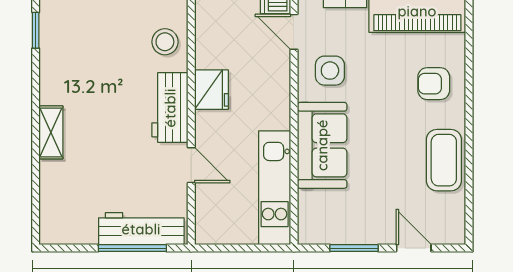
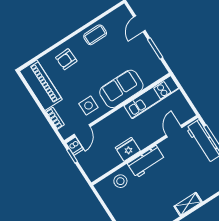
armchair: (434, 84) -> (66, 59), turned 87
coffee table: (444, 160) -> (95, 35), width x0.73, depth x0.77
door: (191, 165) -> (174, 131), moved

